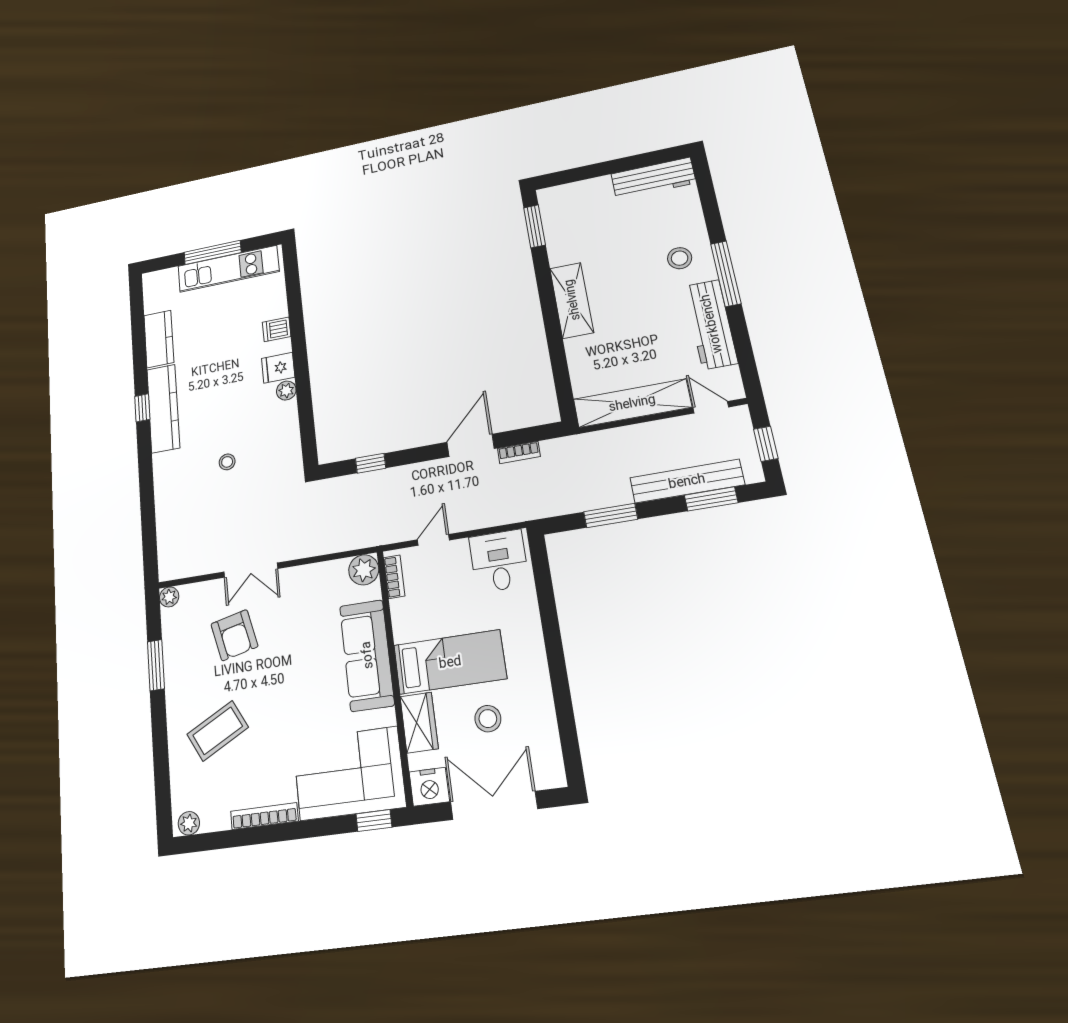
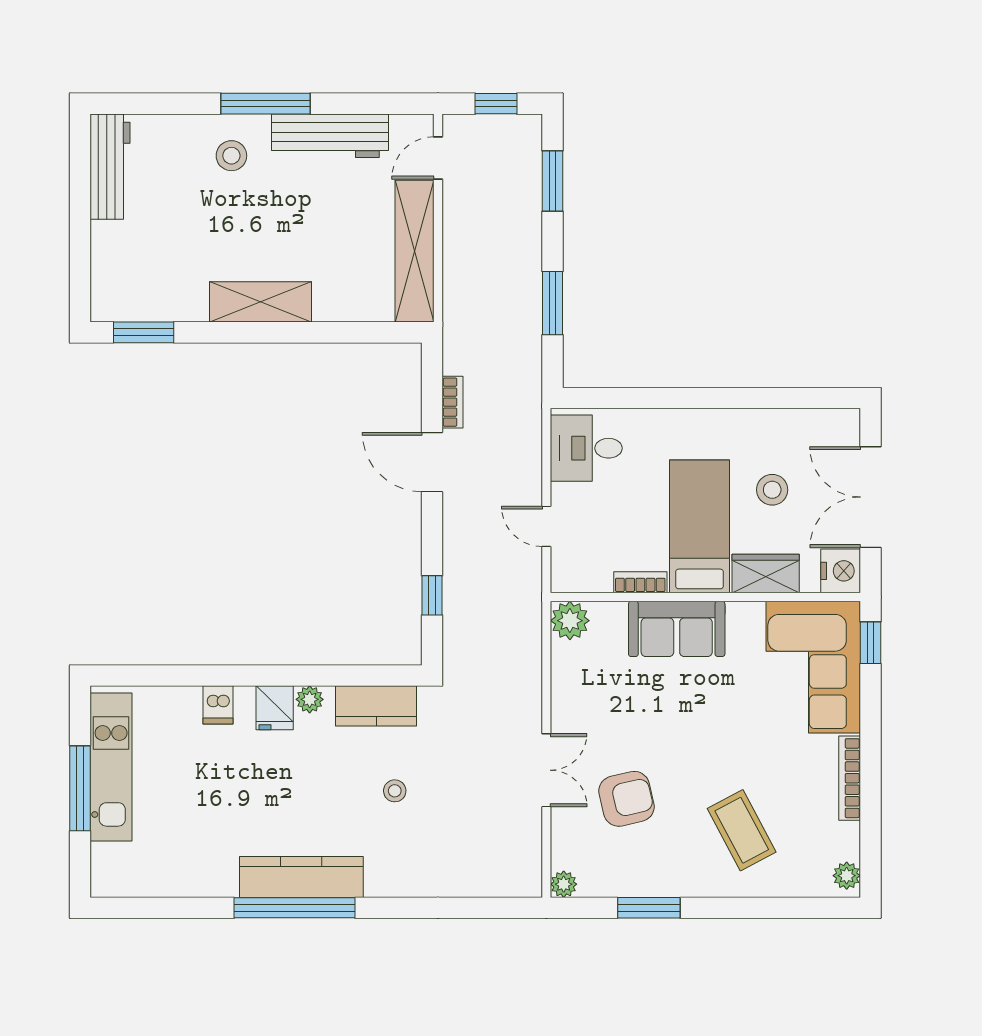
kitchen counter: (159, 339) -> (376, 706), moved, turned 180
window: (142, 408) -> (295, 908), width x3.17
bench: (687, 481) -> (526, 205), removed
bookcase: (394, 577) -> (640, 582), moved
sofa: (367, 655) -> (677, 629), width x0.73

